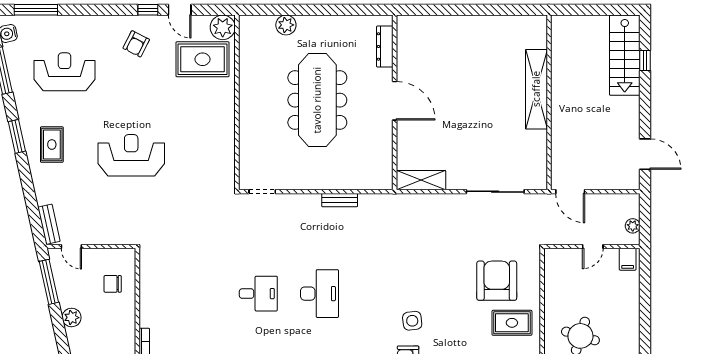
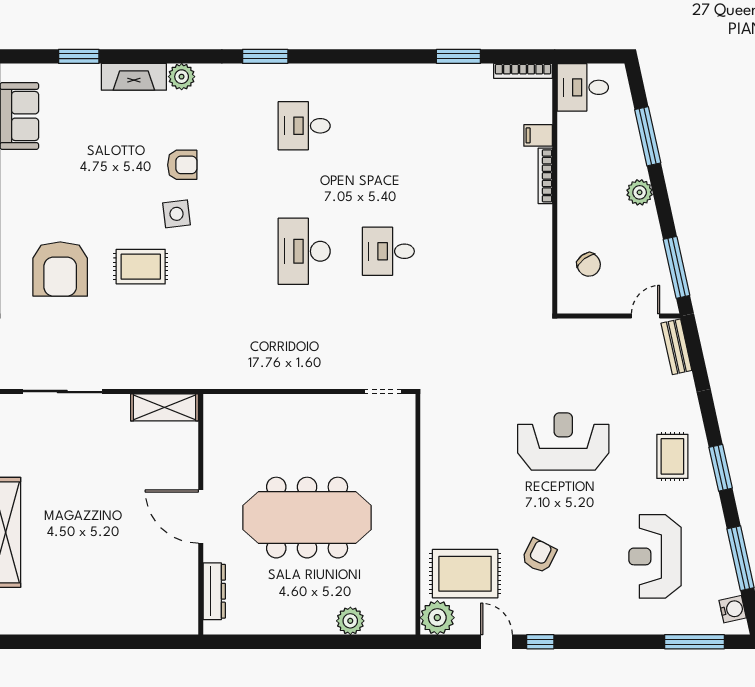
armchair: (136, 44) -> (539, 556), moved
reception desk: (65, 72) -> (655, 556), turned 90
meeting table: (317, 100) -> (307, 518), turned 90
reception desk: (131, 155) -> (563, 442), turned 180
bench: (340, 200) -> (276, 380), removed
door: (71, 247) -> (646, 316), hinge flipped
chair: (113, 284) -> (589, 265), turned 53
plant: (72, 317) -> (640, 192), moved
rug: (512, 323) -> (141, 267), moved

